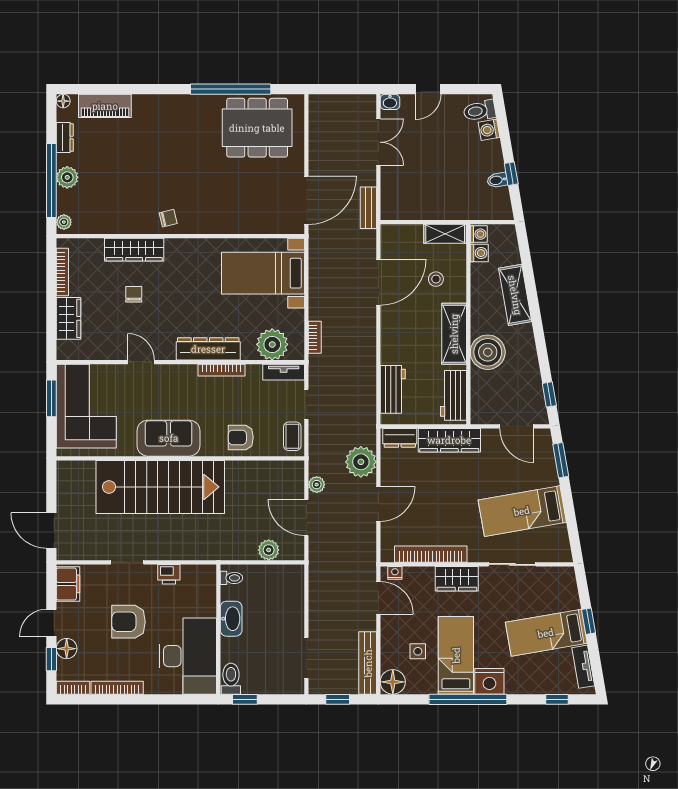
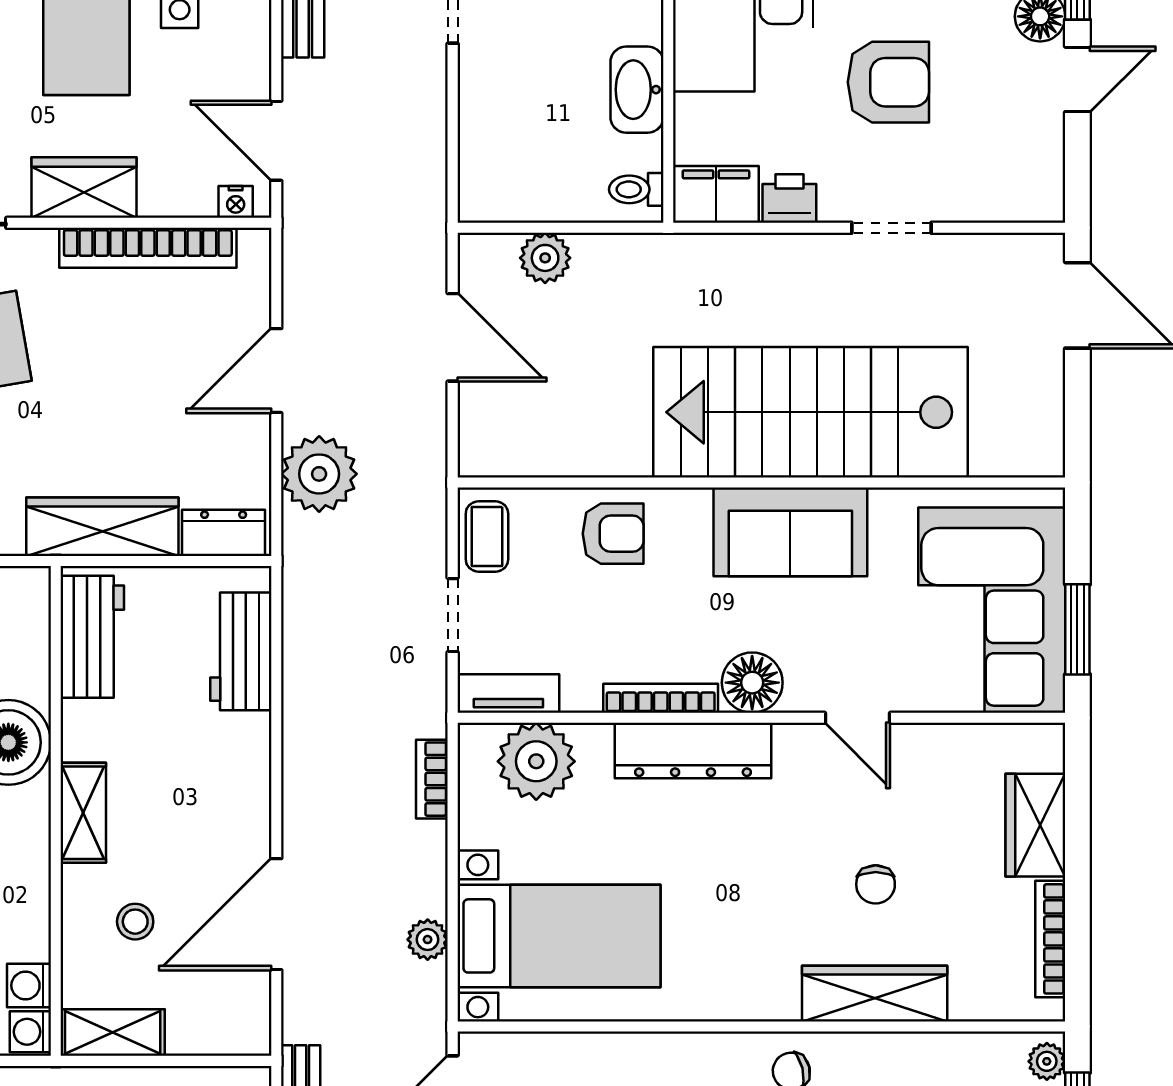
shelving: (454, 334) -> (83, 813), width x0.67, depth x0.75
floor lamp: (184, 377) -> (752, 683), added
plant: (317, 485) -> (428, 940), moved
filing cabinet: (68, 584) -> (716, 194), moved, turned 90

